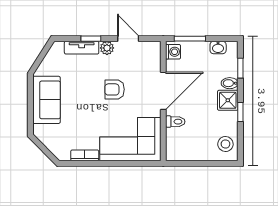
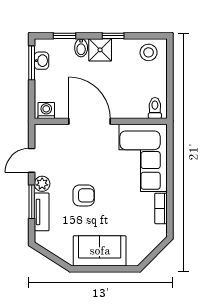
window: (91, 39) -> (32, 202), width x1.50
window: (190, 39) -> (32, 63), moved
armchair: (115, 89) -> (84, 195), moved, turned -90
toilet: (175, 122) -> (155, 108), moved

